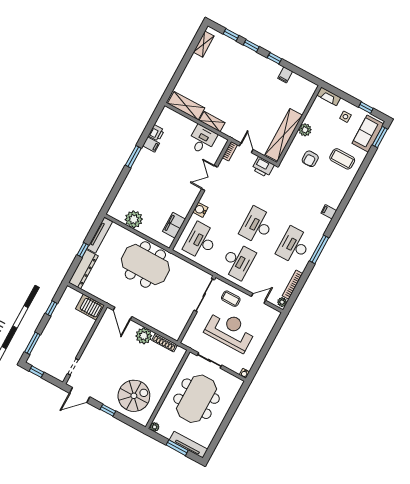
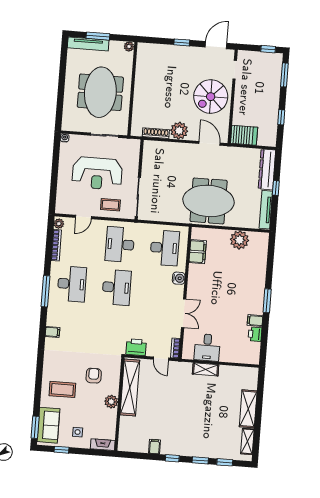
shelving: (186, 106) -> (248, 409), moved, turned 90
spiral stairs: (134, 396) -> (211, 97), moved

